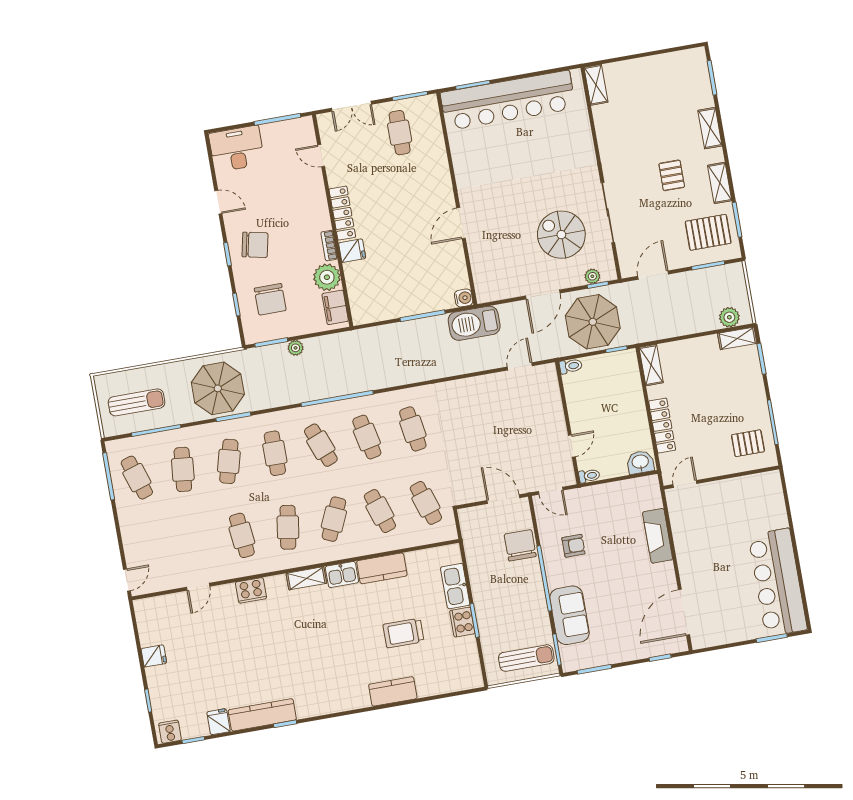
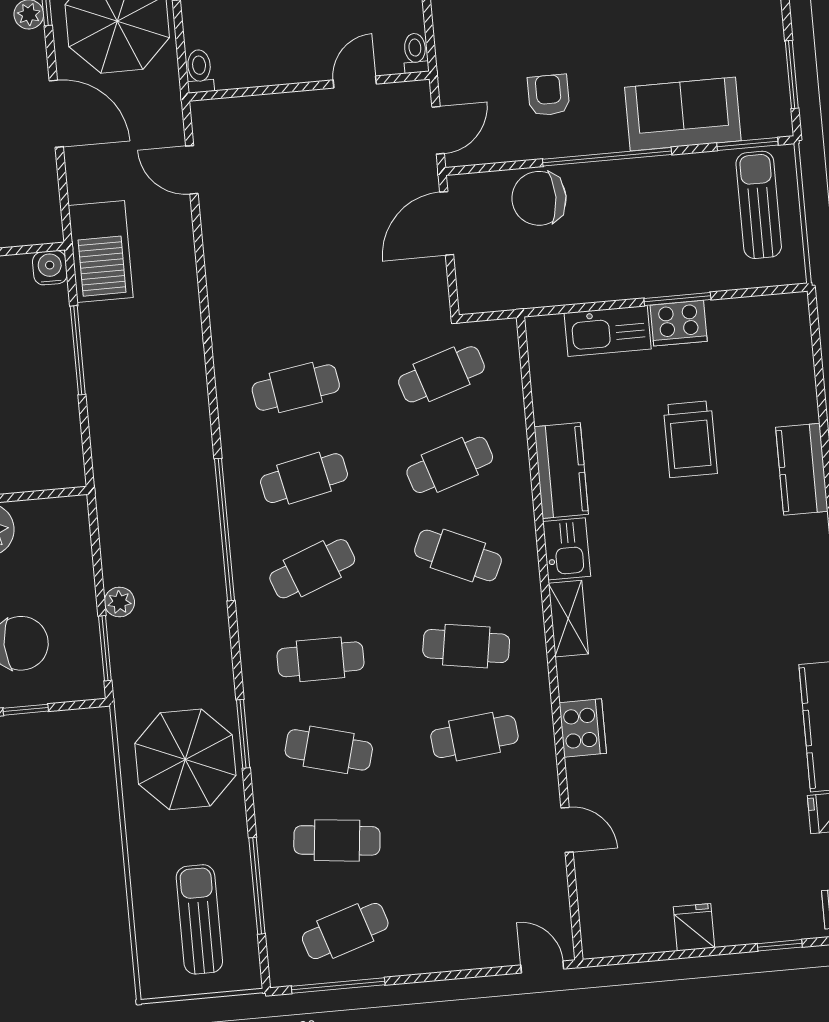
filing cabinet: (335, 307) -> (47, 519), removed
door: (572, 446) -> (355, 82), hinge flipped

